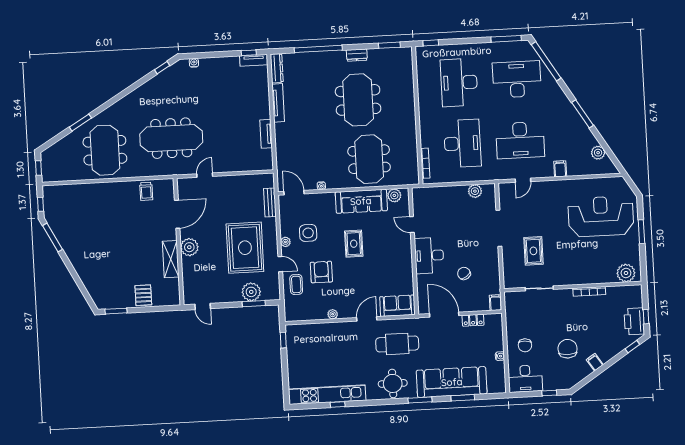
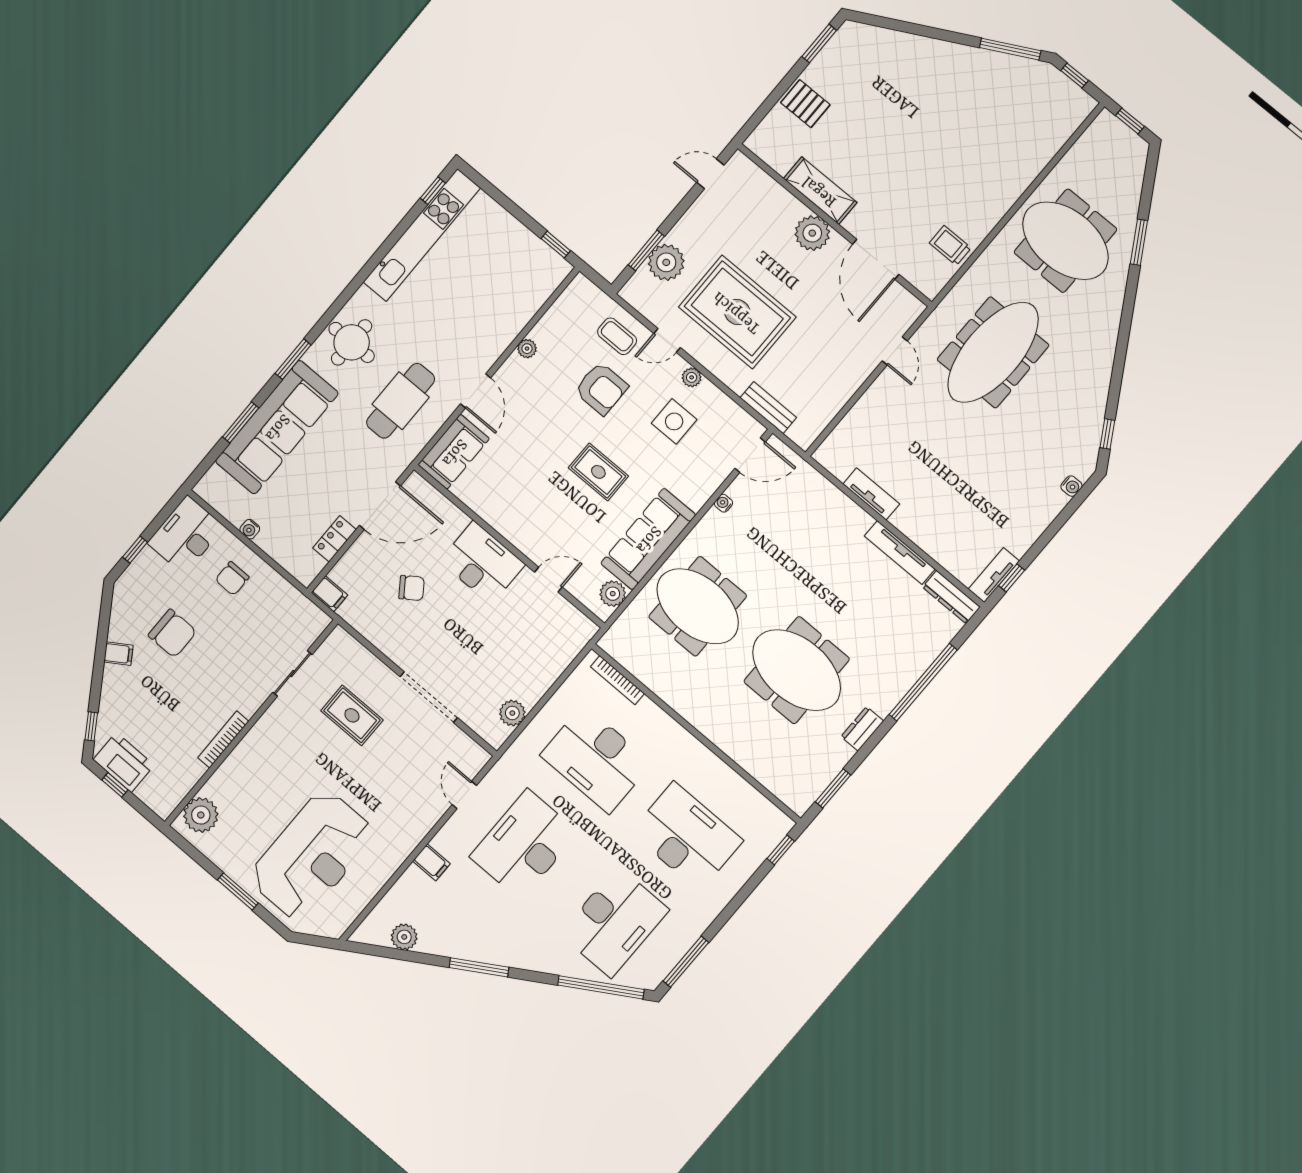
chair: (525, 345) -> (232, 578), turned -92
window: (338, 404) -> (433, 191), moved

